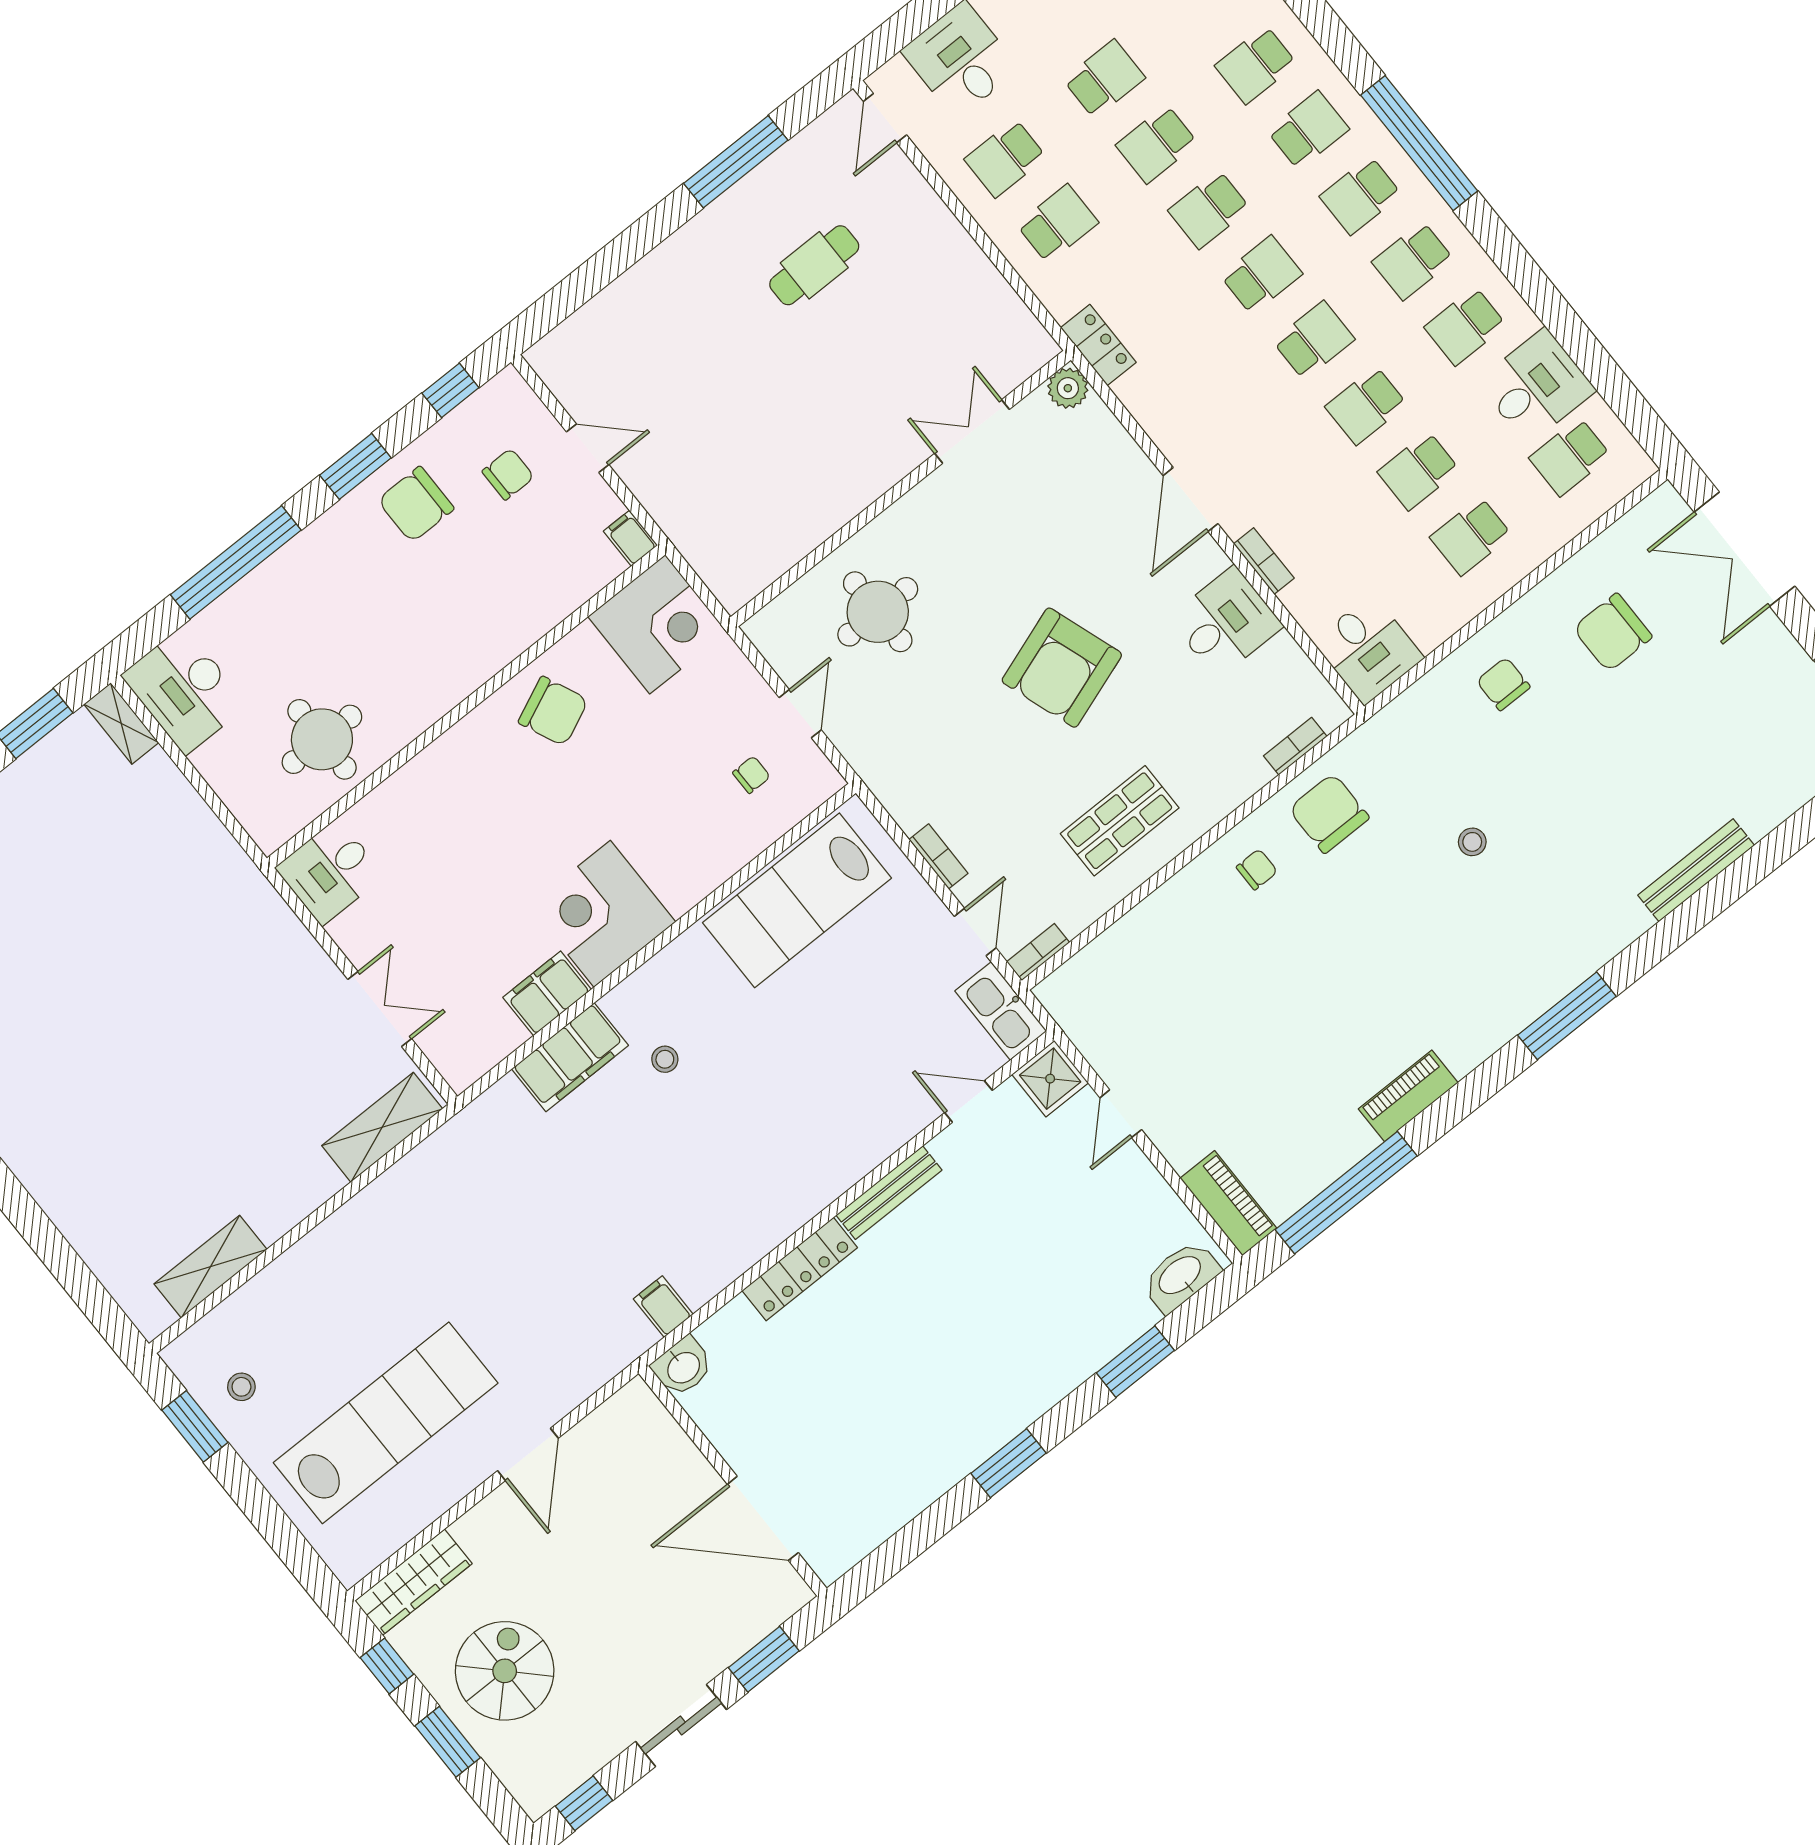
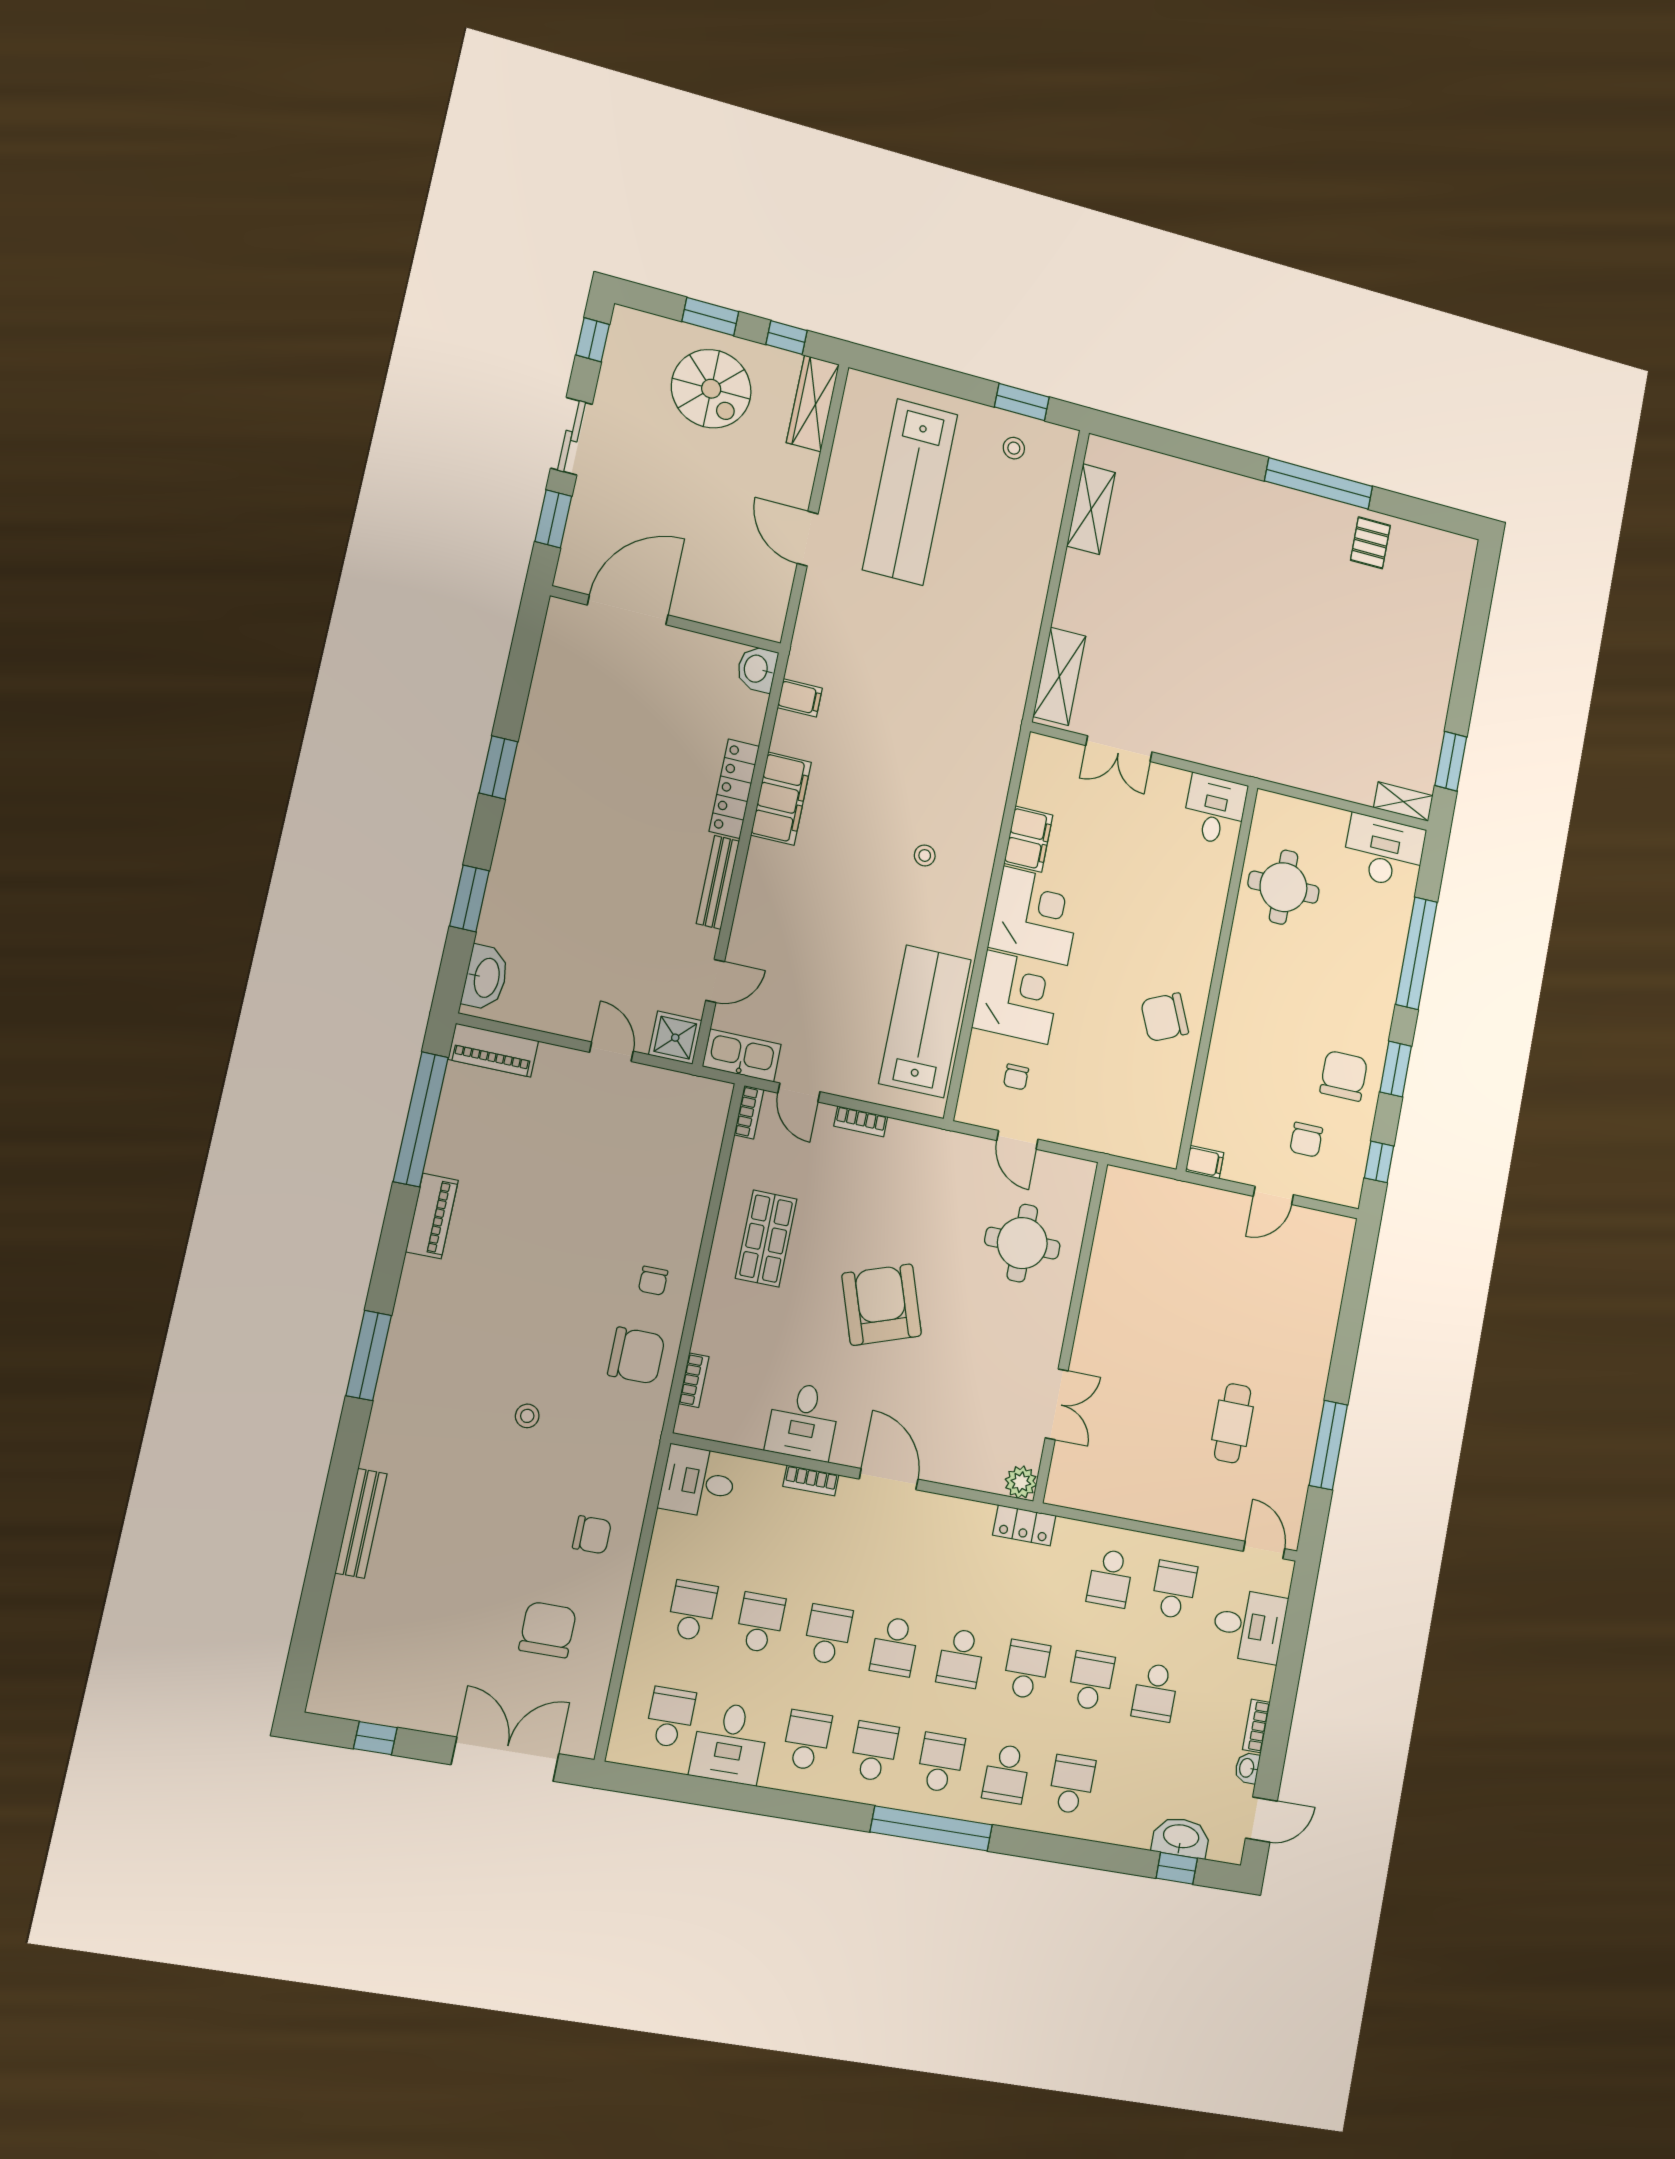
corner desk: (657, 624) -> (1017, 997), moved, turned 180
filing cabinet: (570, 1057) -> (781, 799), moved, turned 180

